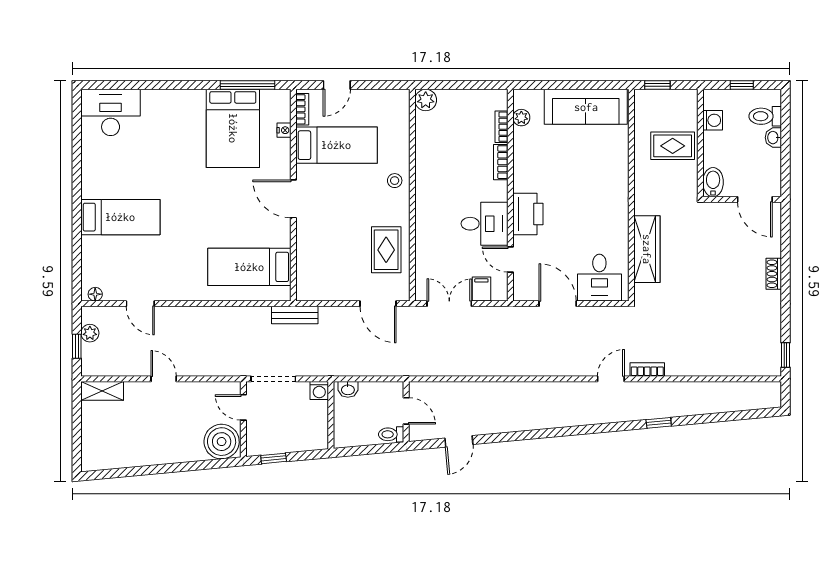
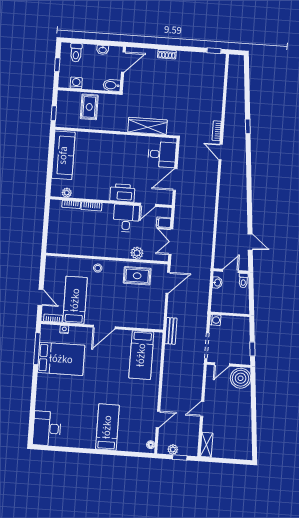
plant: (426, 100) -> (137, 253), moved
washbasin: (773, 138) -> (103, 50), moved
washbasin: (348, 389) -> (217, 283), moved

